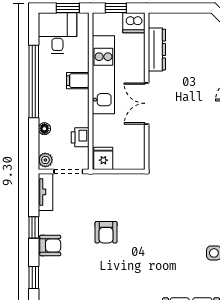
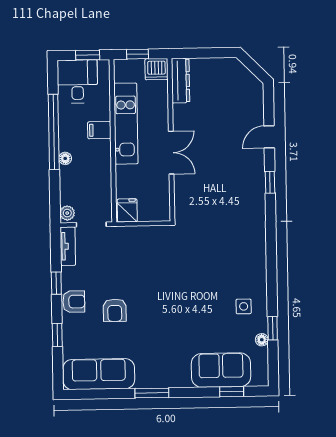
dresser: (157, 50) -> (181, 81), moved
double door: (147, 103) -> (171, 153), swing flipped
floor lamp: (44, 129) -> (65, 158), moved
printer: (80, 137) -> (103, 189), removed
armchair: (106, 232) -> (115, 310), moved

